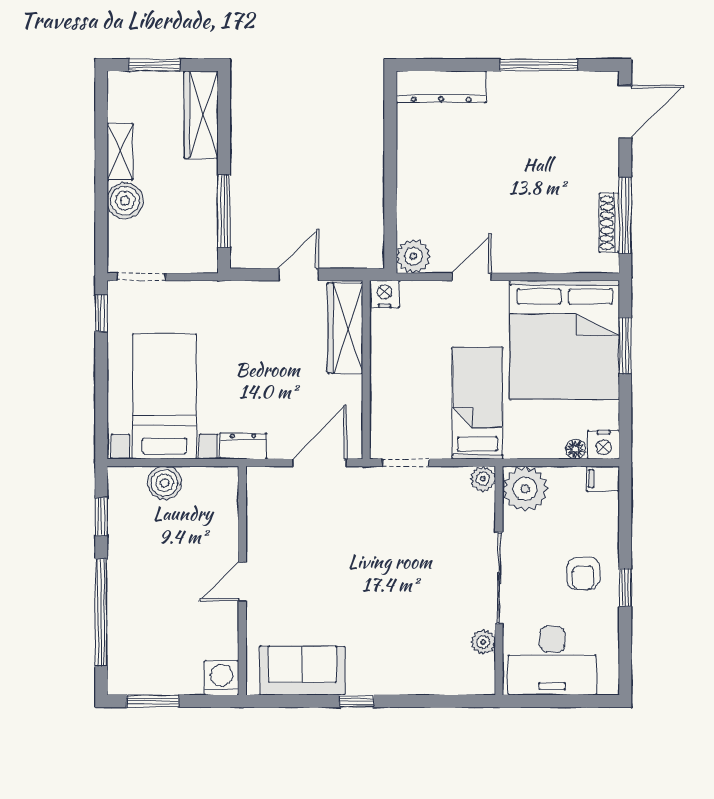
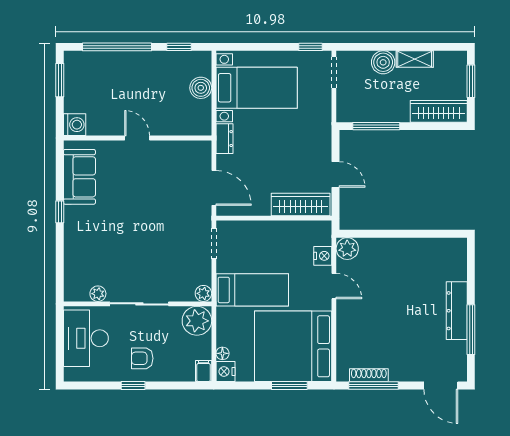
dresser: (441, 87) -> (457, 311), moved
nightstand: (385, 294) -> (323, 256), moved

